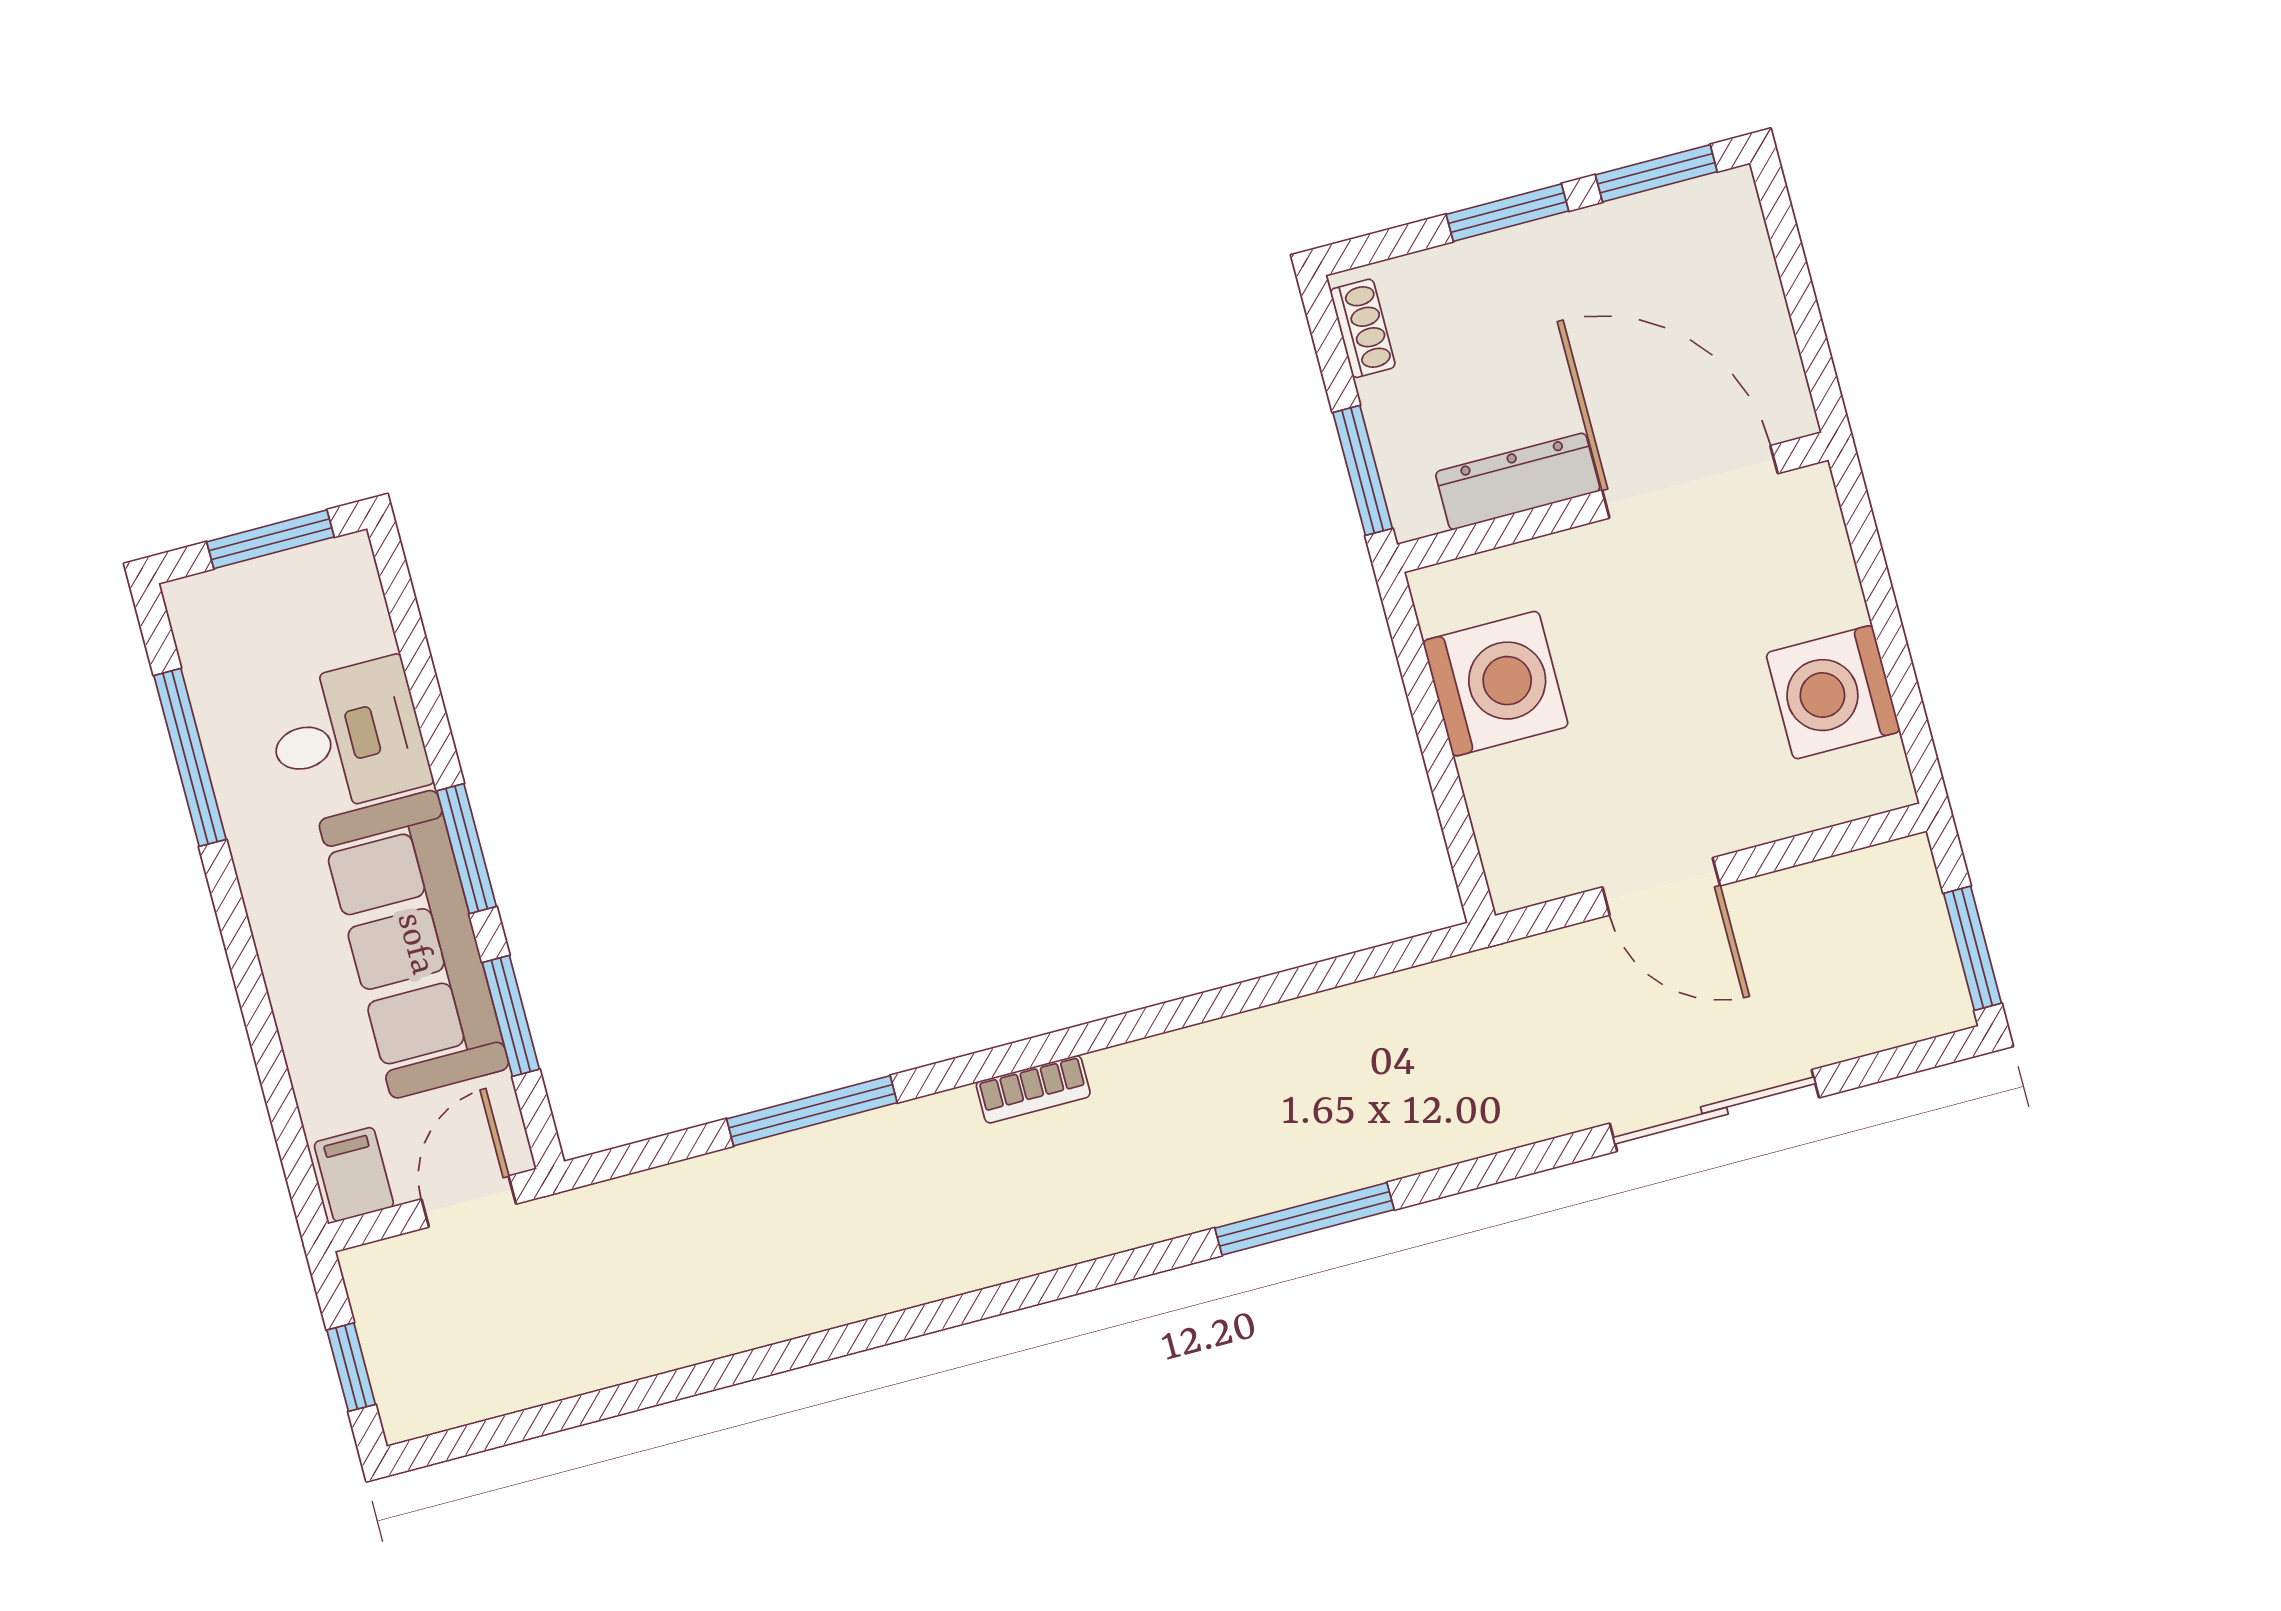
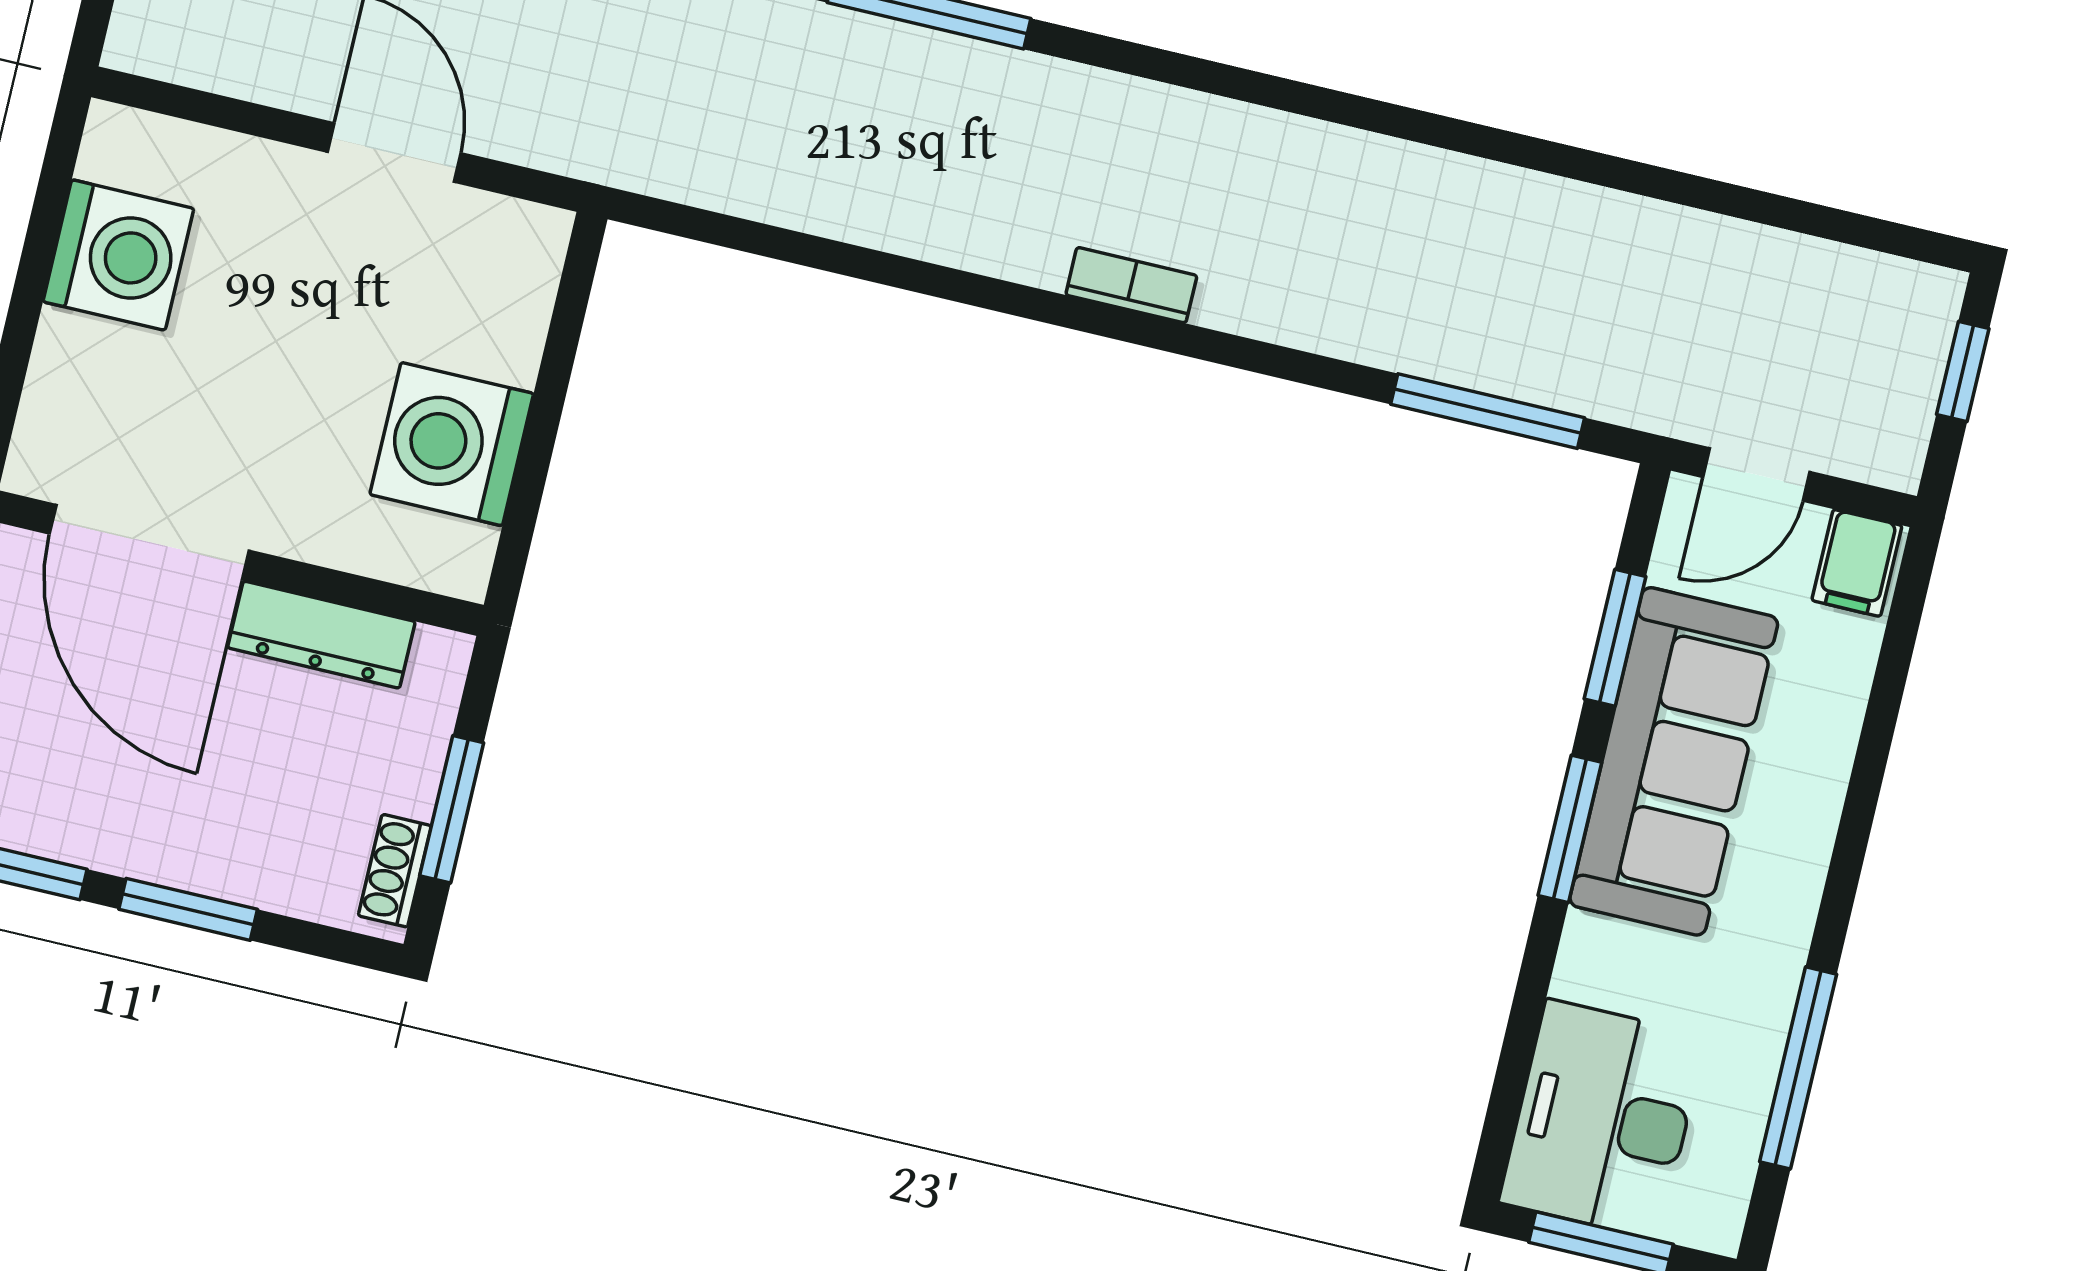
window: (1363, 470) -> (452, 809), moved
desk: (347, 737) -> (1603, 1119), moved, width x1.37
window: (812, 1111) -> (1488, 411), moved

